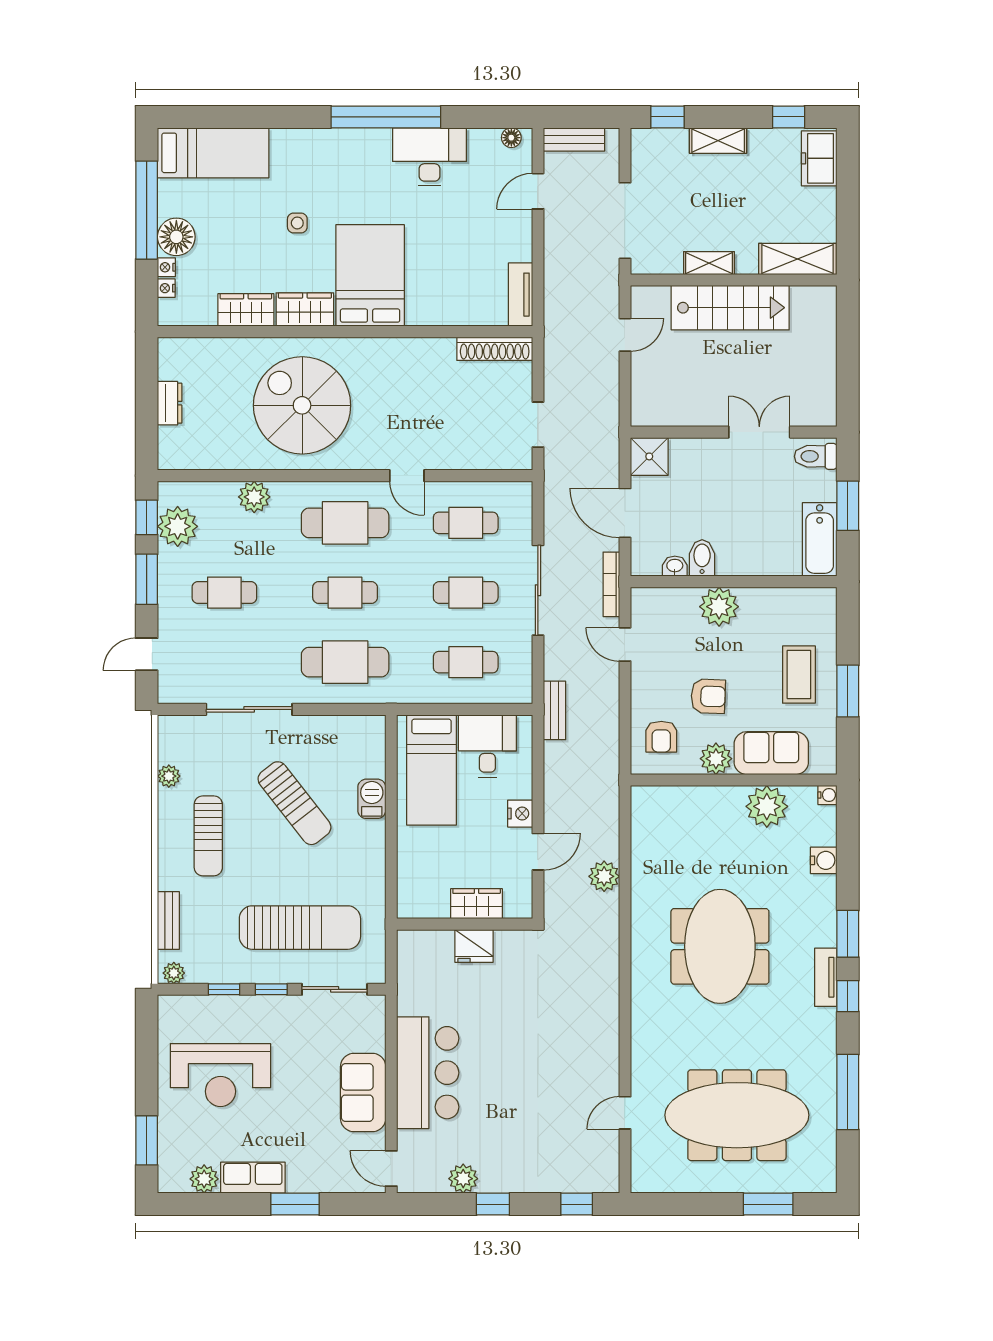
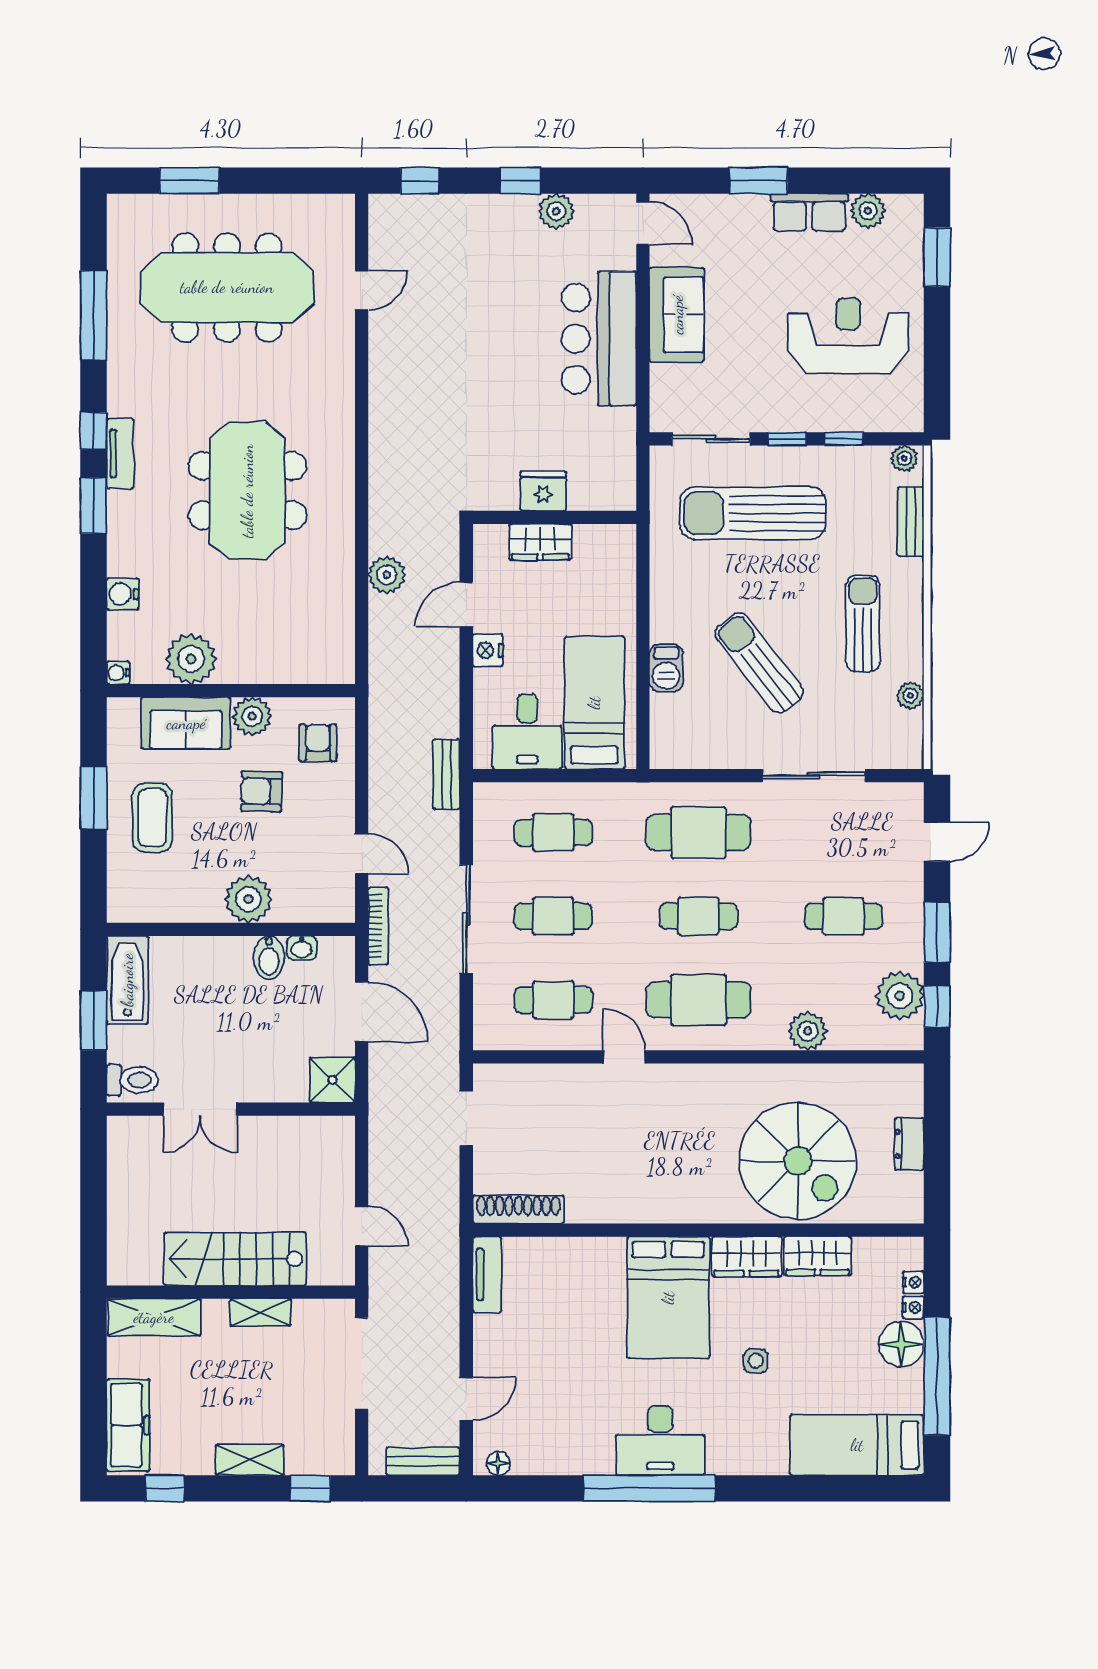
desk: (430, 157) -> (660, 1440), moved
freezer: (819, 158) -> (128, 1425), width x1.40
door: (625, 335) -> (362, 1226), swing flipped
spiral stairs: (302, 405) -> (798, 1161), moved

